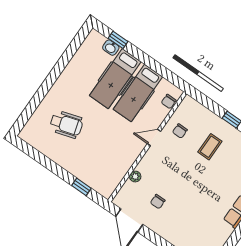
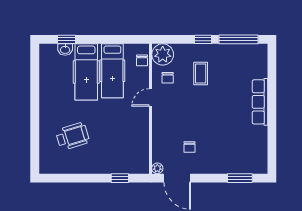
plant: (189, 109) -> (163, 54), added
plant: (135, 176) -> (157, 168), moved

